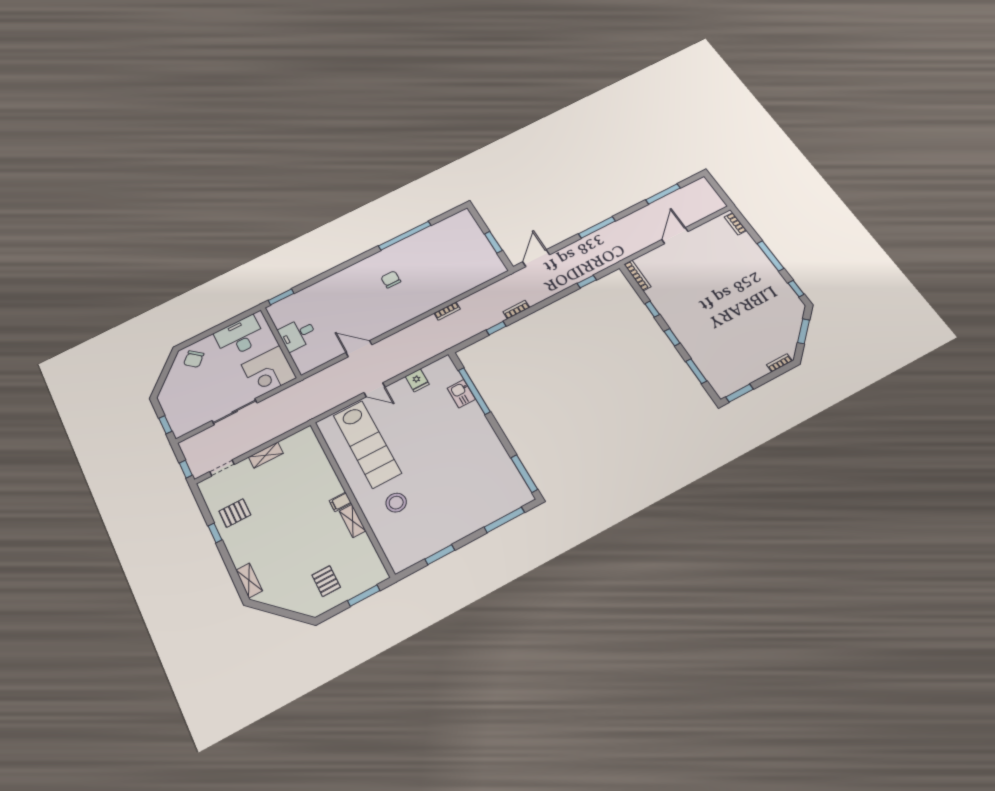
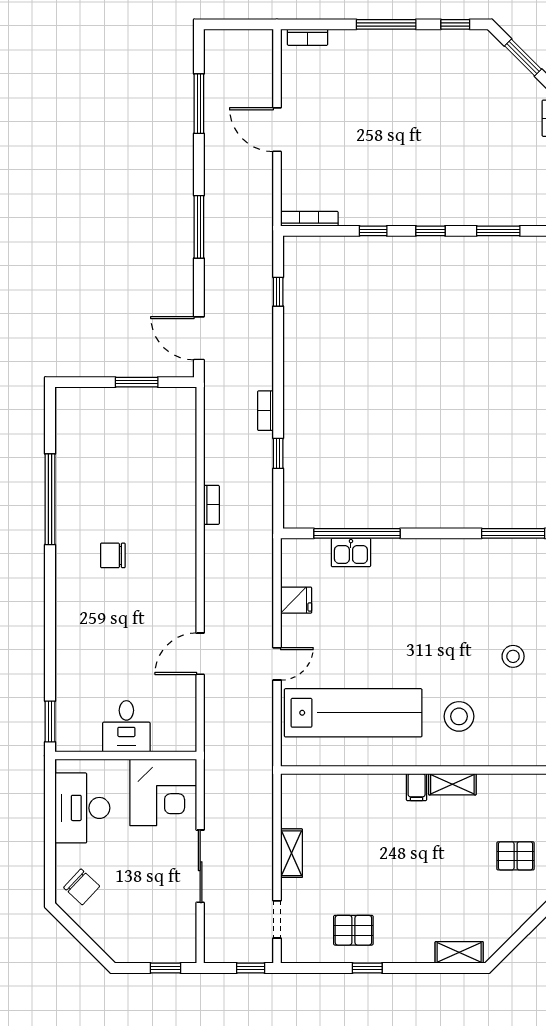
pallet: (235, 513) -> (353, 930), turned 90
stool: (450, 513) -> (513, 656), added

